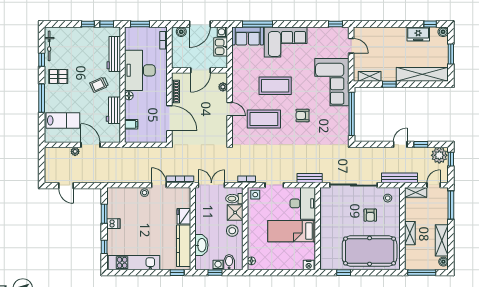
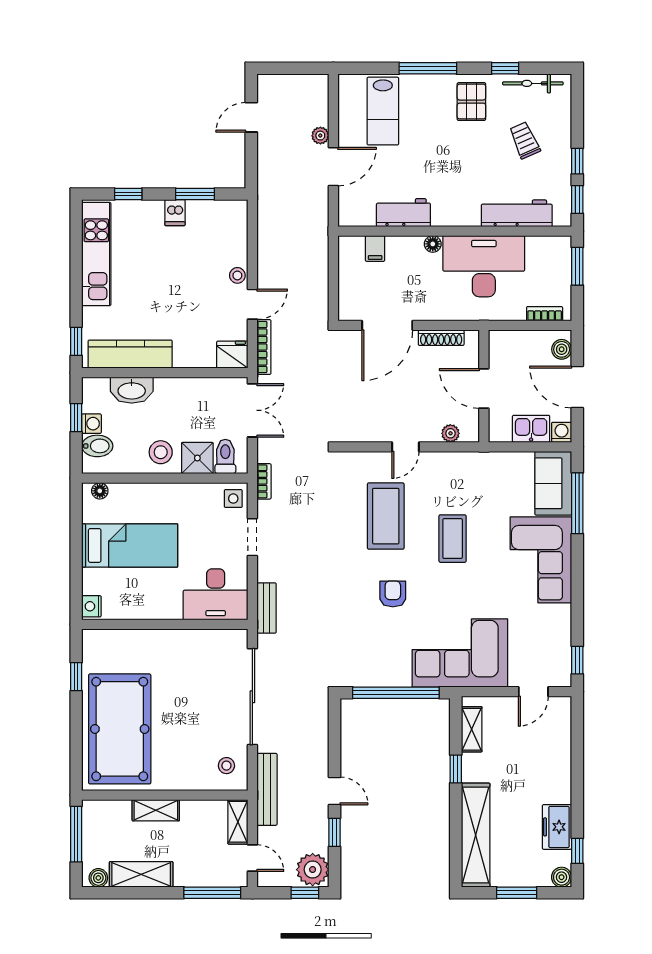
trolley: (99, 85) -> (525, 140), moved
coffee table: (275, 86) -> (453, 539), width x0.73, depth x0.76
armchair: (370, 215) -> (192, 730), removed
fridge: (184, 216) -> (232, 355), moved
bed: (292, 231) -> (130, 545), moved, turned 90

